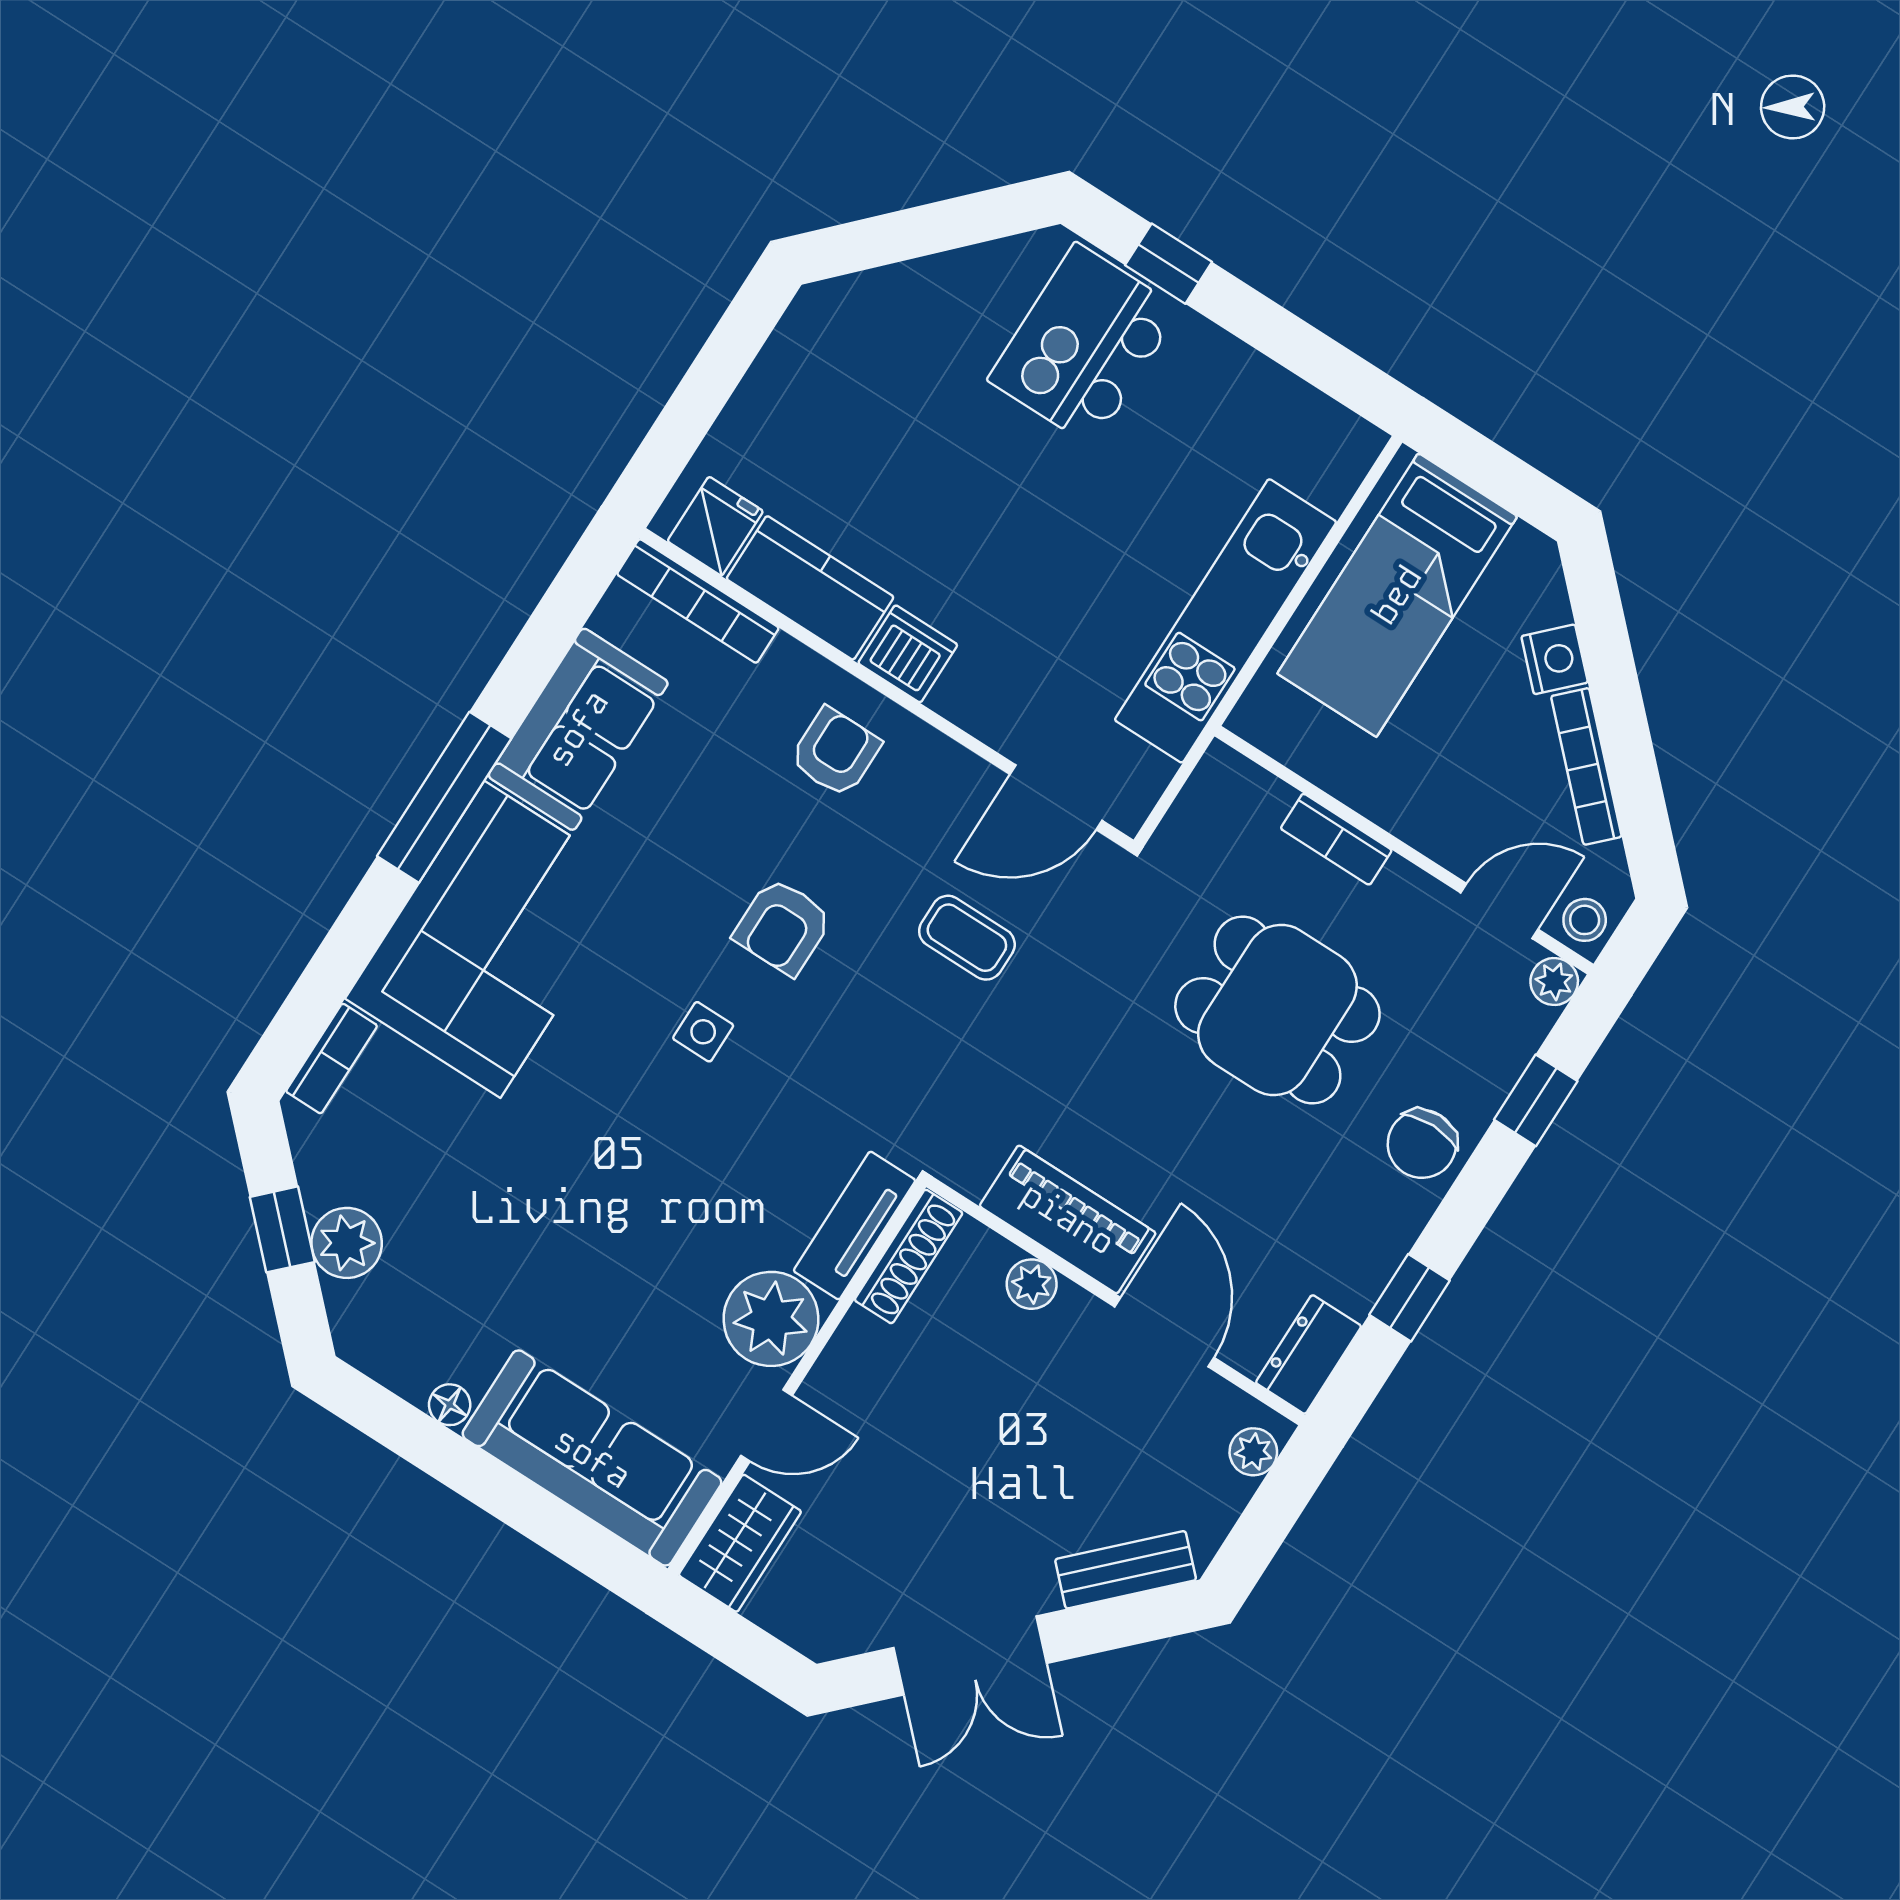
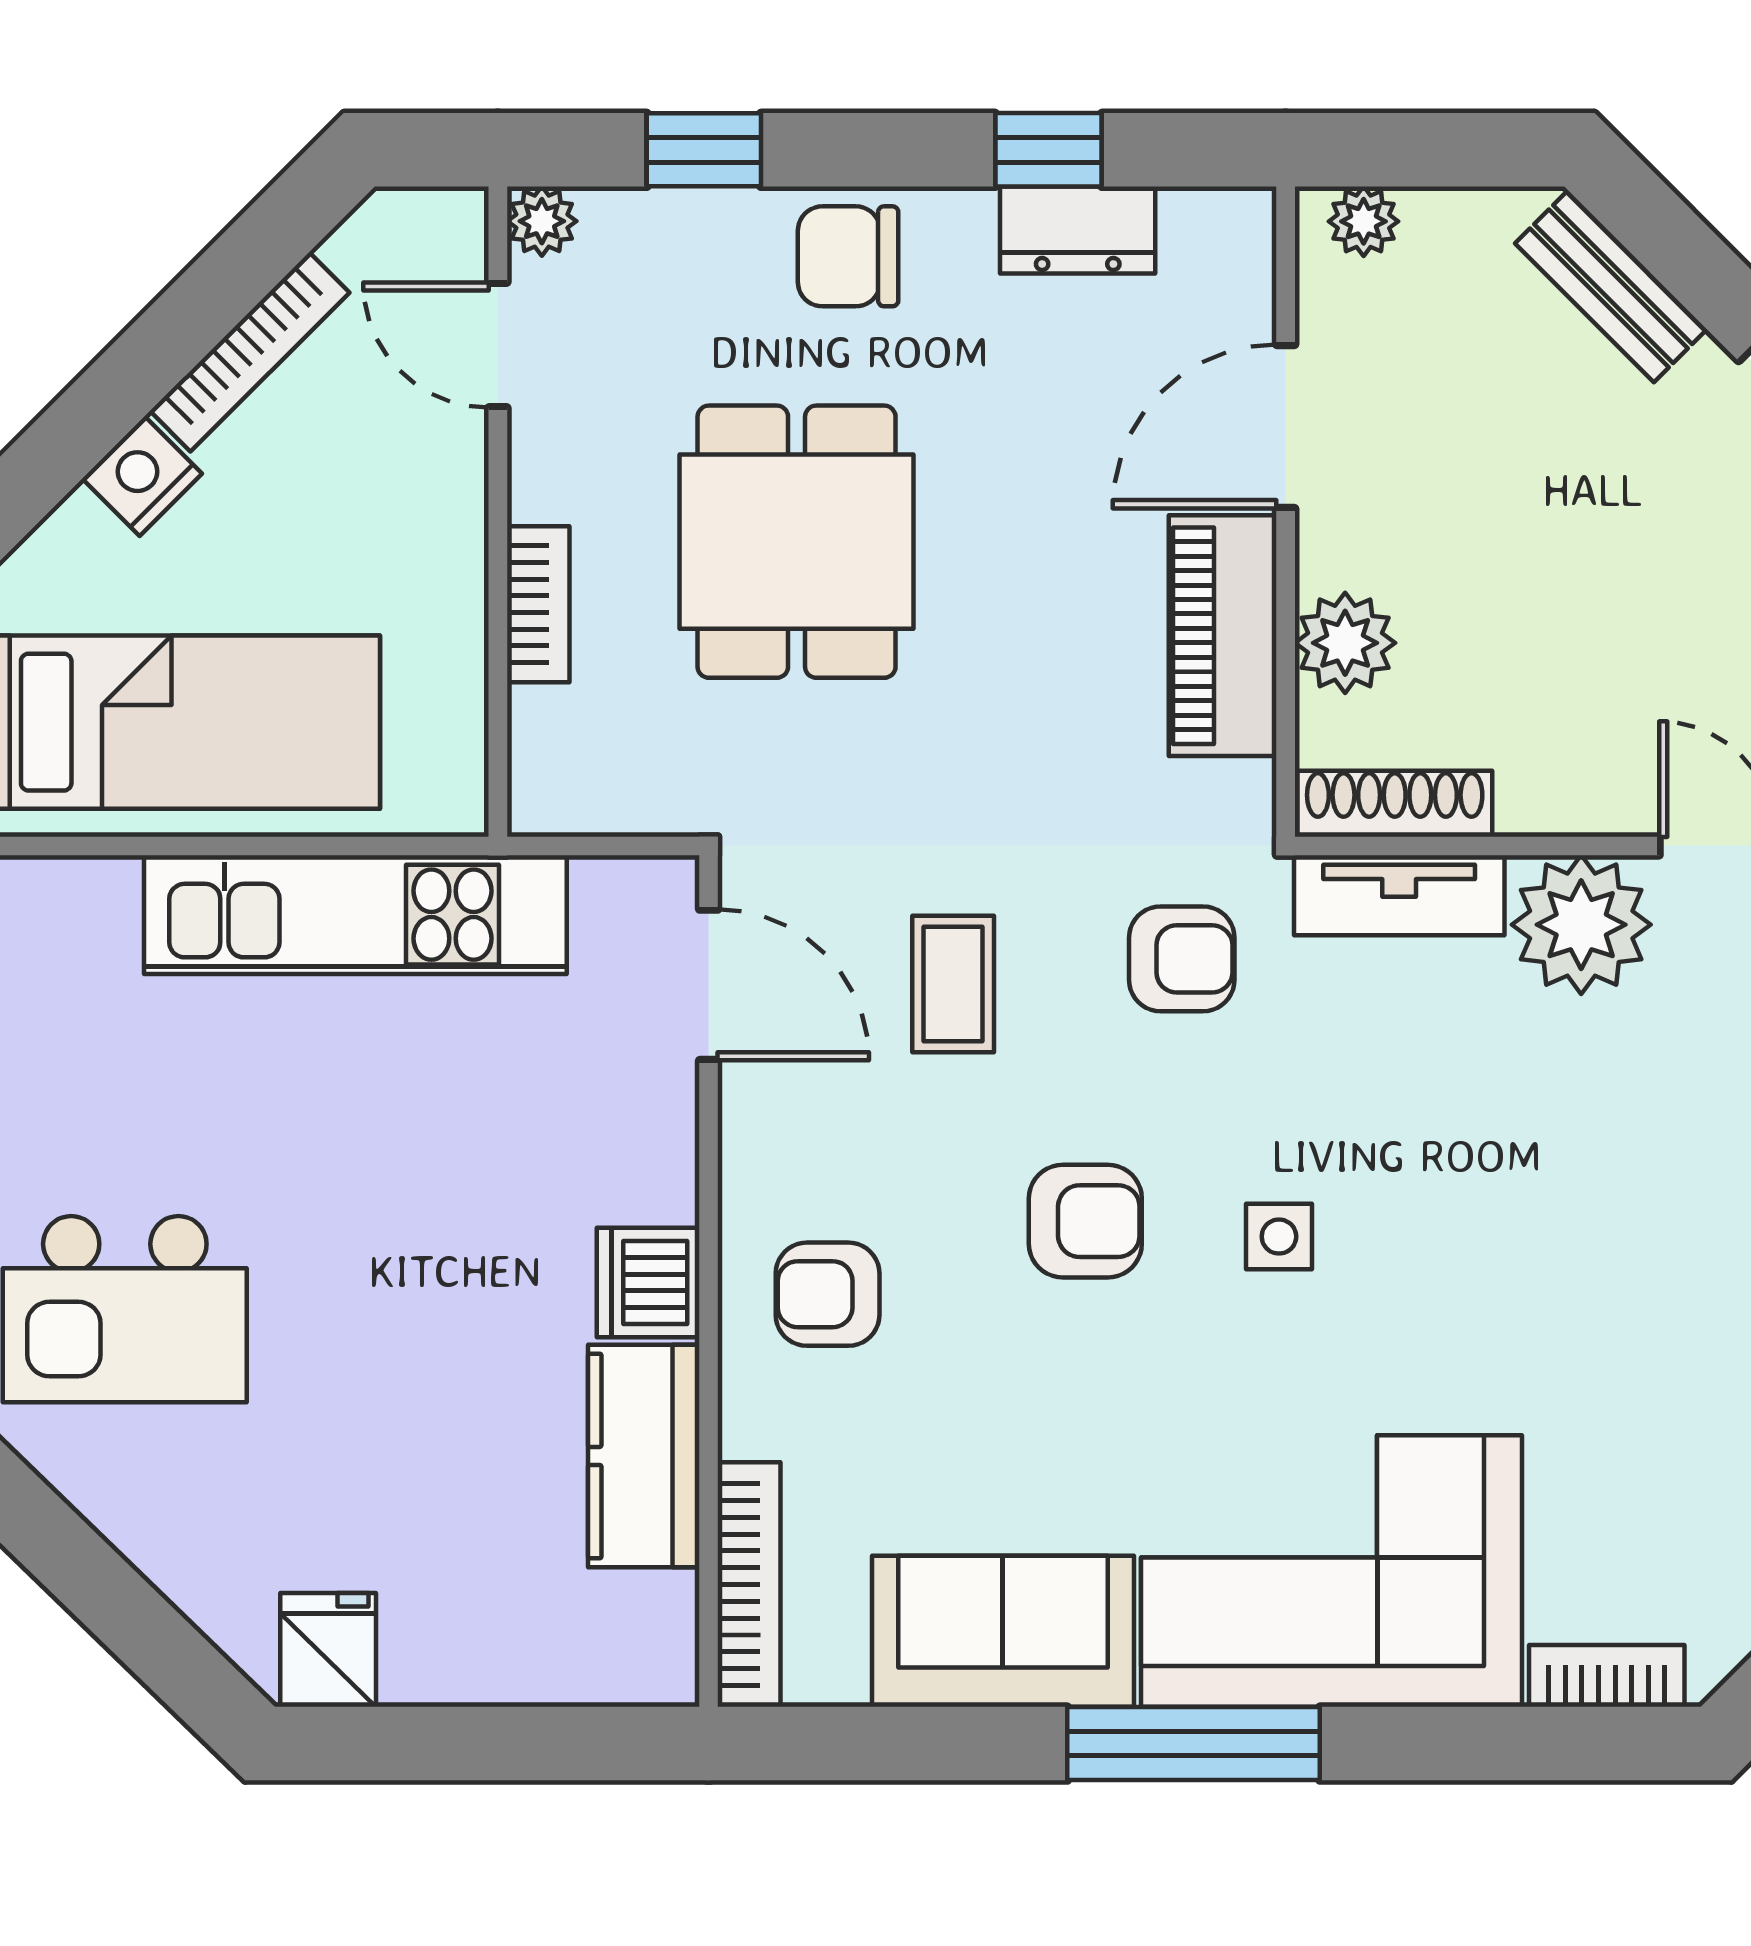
fridge: (715, 526) -> (328, 1650), moved, turned 90
stool: (1585, 920) -> (441, 232), removed
armchair: (898, 1078) -> (1182, 959), added
chair: (1422, 1144) -> (848, 256), turned 180
plant: (1032, 1284) -> (1345, 643), width x1.38, depth x1.38
dresser: (1309, 1354) -> (1078, 230), moved

